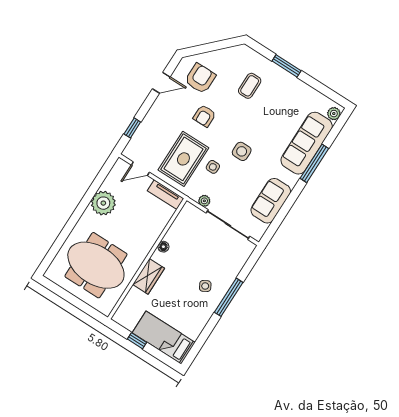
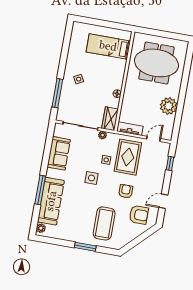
armchair: (200, 78) -> (139, 215), turned -90
coffee table: (250, 86) -> (104, 223), width x1.86, depth x1.72
wardrobe: (149, 276) -> (110, 119), moved
window: (229, 297) -> (57, 93), moved
bed: (164, 338) -> (108, 46), moved, turned 180
window: (137, 341) -> (109, 24), removed

